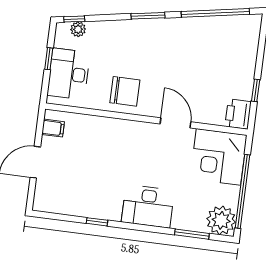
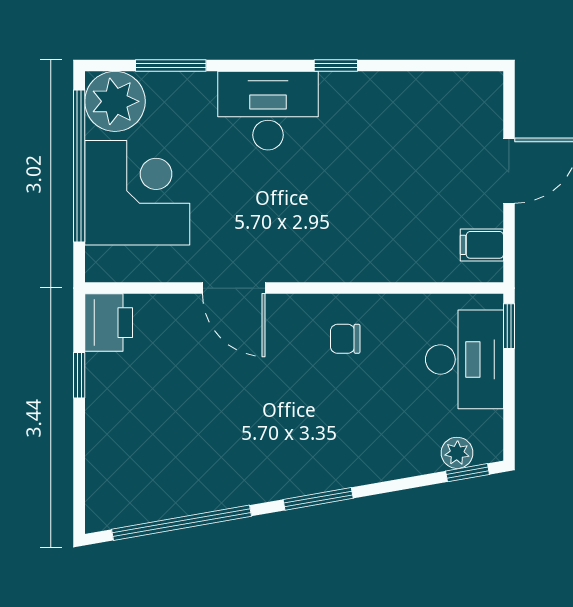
window: (49, 59) -> (509, 326), moved
chair: (125, 91) -> (345, 339), width x0.54, depth x0.54
corner desk: (218, 157) -> (137, 193), moved
window: (97, 222) -> (336, 66), moved

